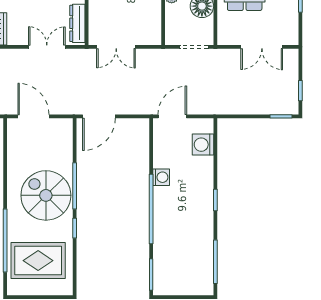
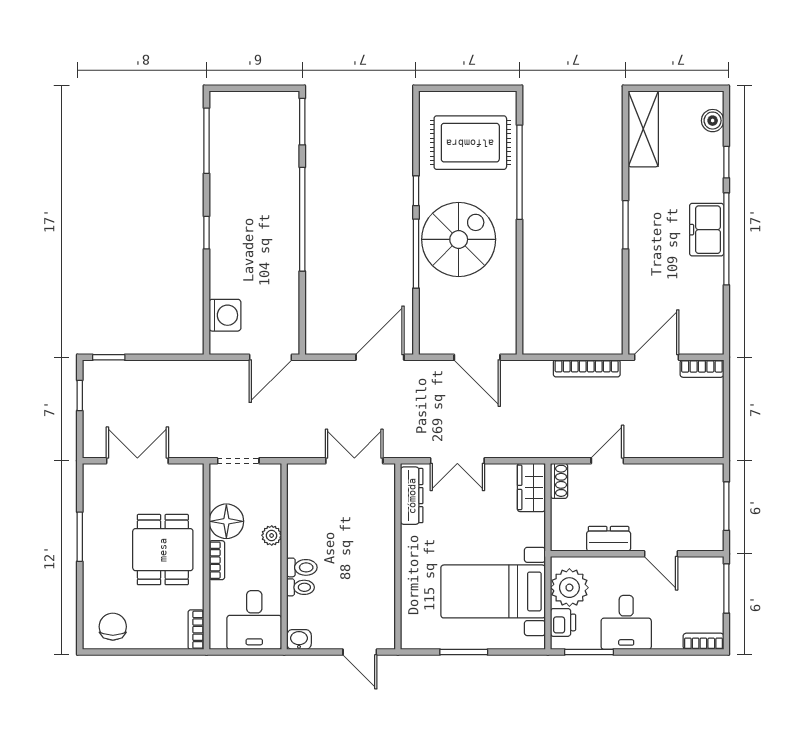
washing machine: (161, 177) -> (287, 267), removed
spiral stairs: (46, 195) -> (459, 239), turned -90

